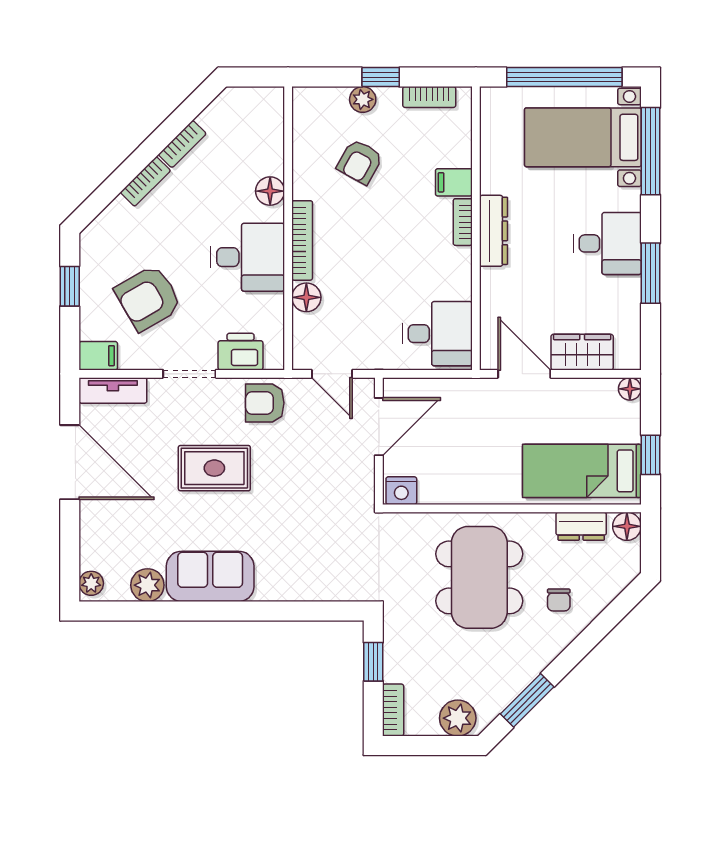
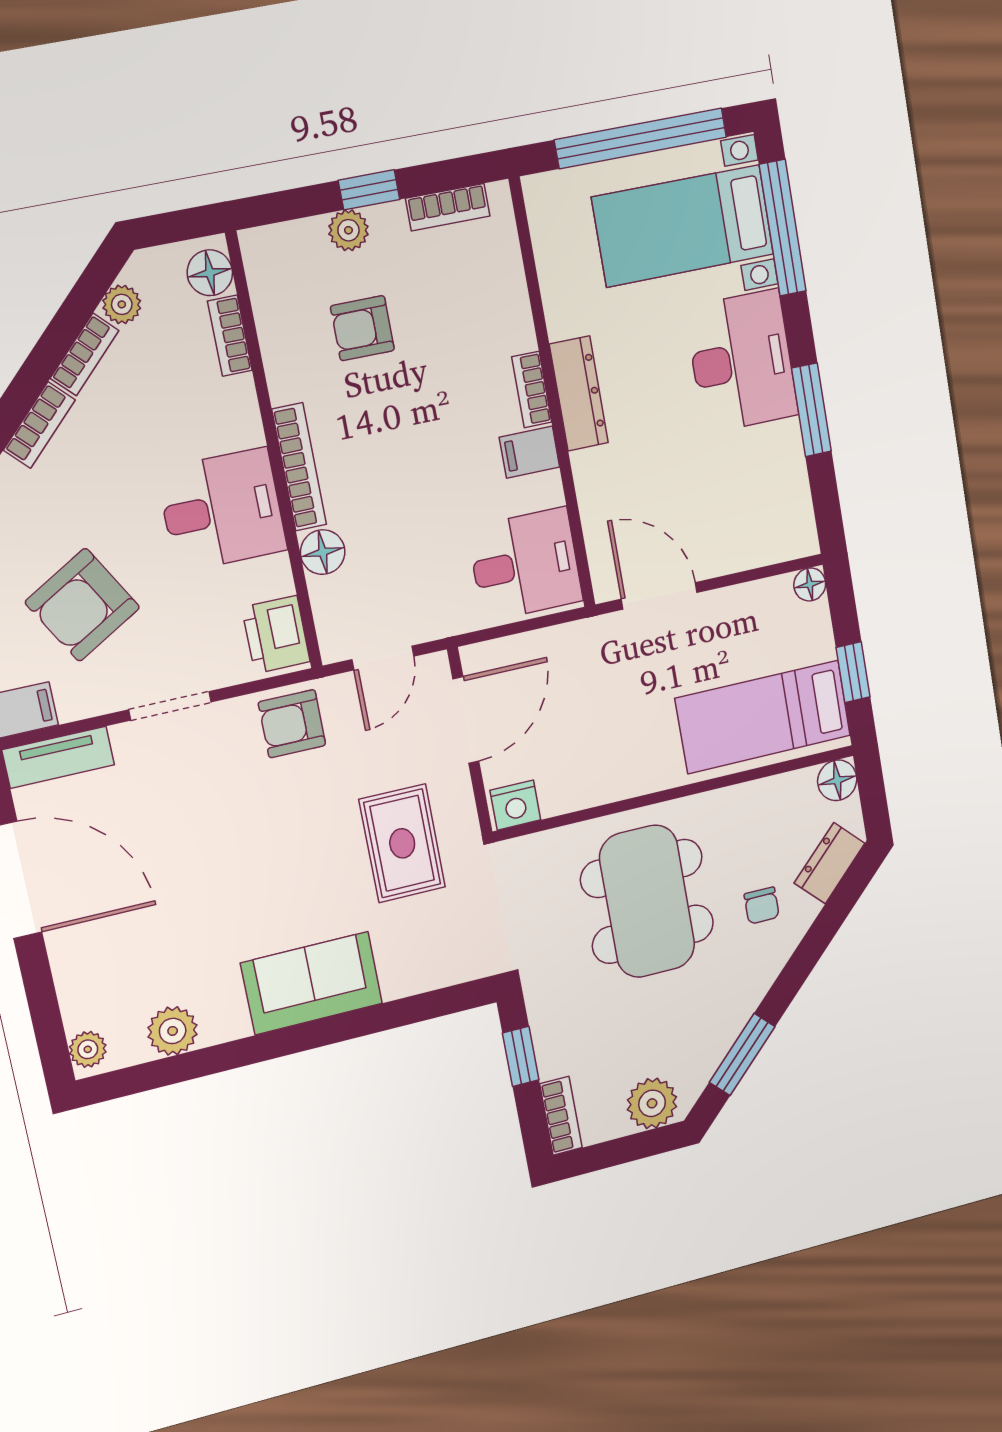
plant: (211, 118) -> (122, 304), added
bookcase: (275, 150) -> (230, 336), added
armchair: (360, 162) -> (362, 328), turned 61
filing cabinet: (454, 182) -> (530, 452), moved
floor lamp: (270, 191) -> (210, 273), moved
desk: (608, 243) -> (742, 361), width x1.37
printer: (241, 352) -> (276, 635), moved, turned -90
wardrobe: (582, 352) -> (735, 546), removed
door: (332, 374) -> (383, 658), hinge flipped
rug: (214, 468) -> (402, 843), moved, turned 90
dresser: (581, 526) -> (830, 863), moved, turned 135
sofa: (210, 576) -> (312, 983), moved

